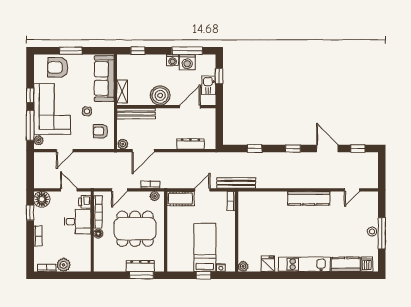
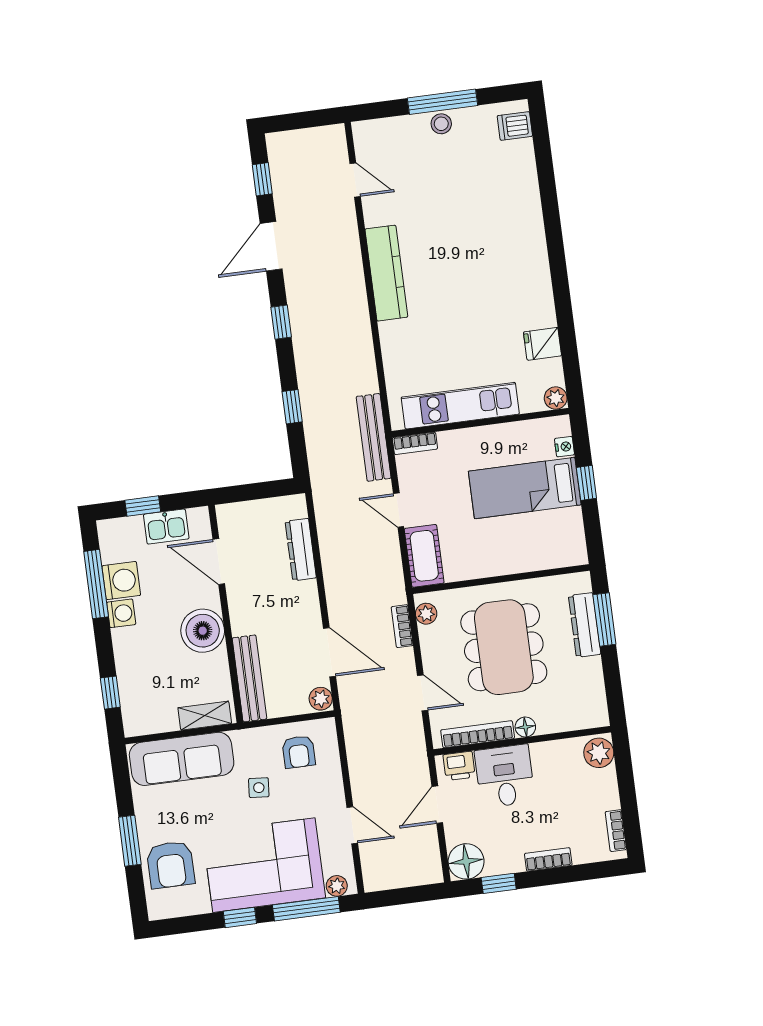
kitchen unit: (305, 264) -> (460, 406), moved, turned 90
kitchen counter: (346, 264) -> (521, 172), removed
plant: (64, 265) -> (599, 753), moved

